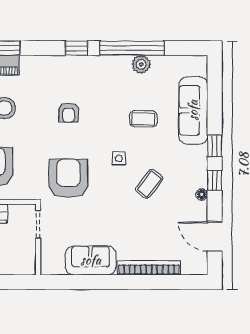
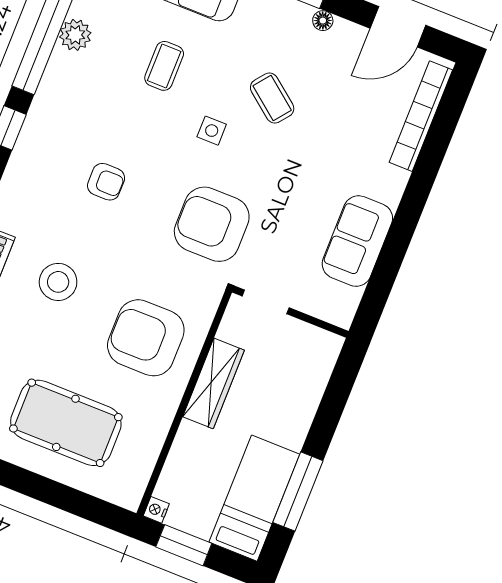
bookcase: (149, 268) -> (421, 116), moved

